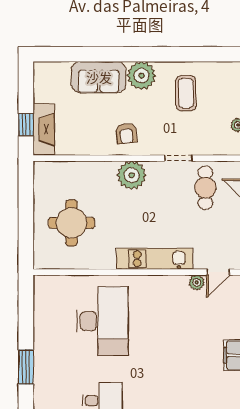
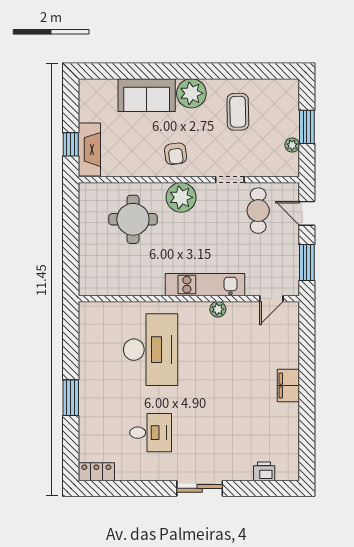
round table: (72, 223) -> (133, 219), moved
plant: (197, 282) -> (218, 309), moved

